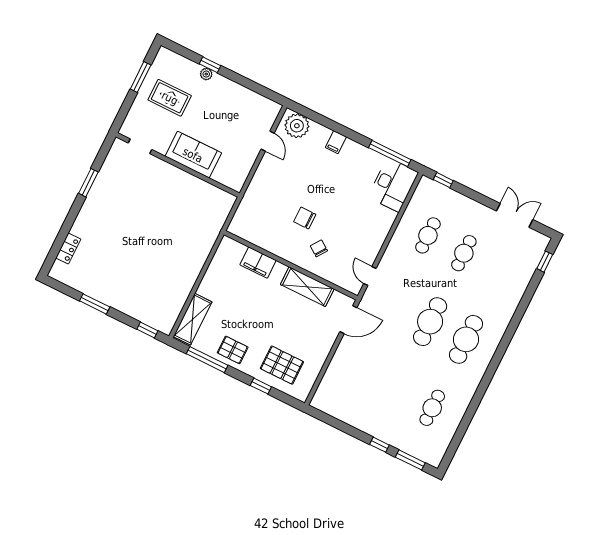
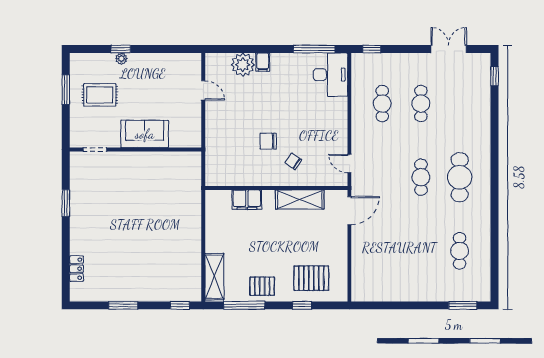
plant: (297, 126) -> (243, 65), moved
cafe table: (430, 322) -> (421, 177), width x0.73, depth x0.74
window: (379, 445) -> (430, 305), removed

